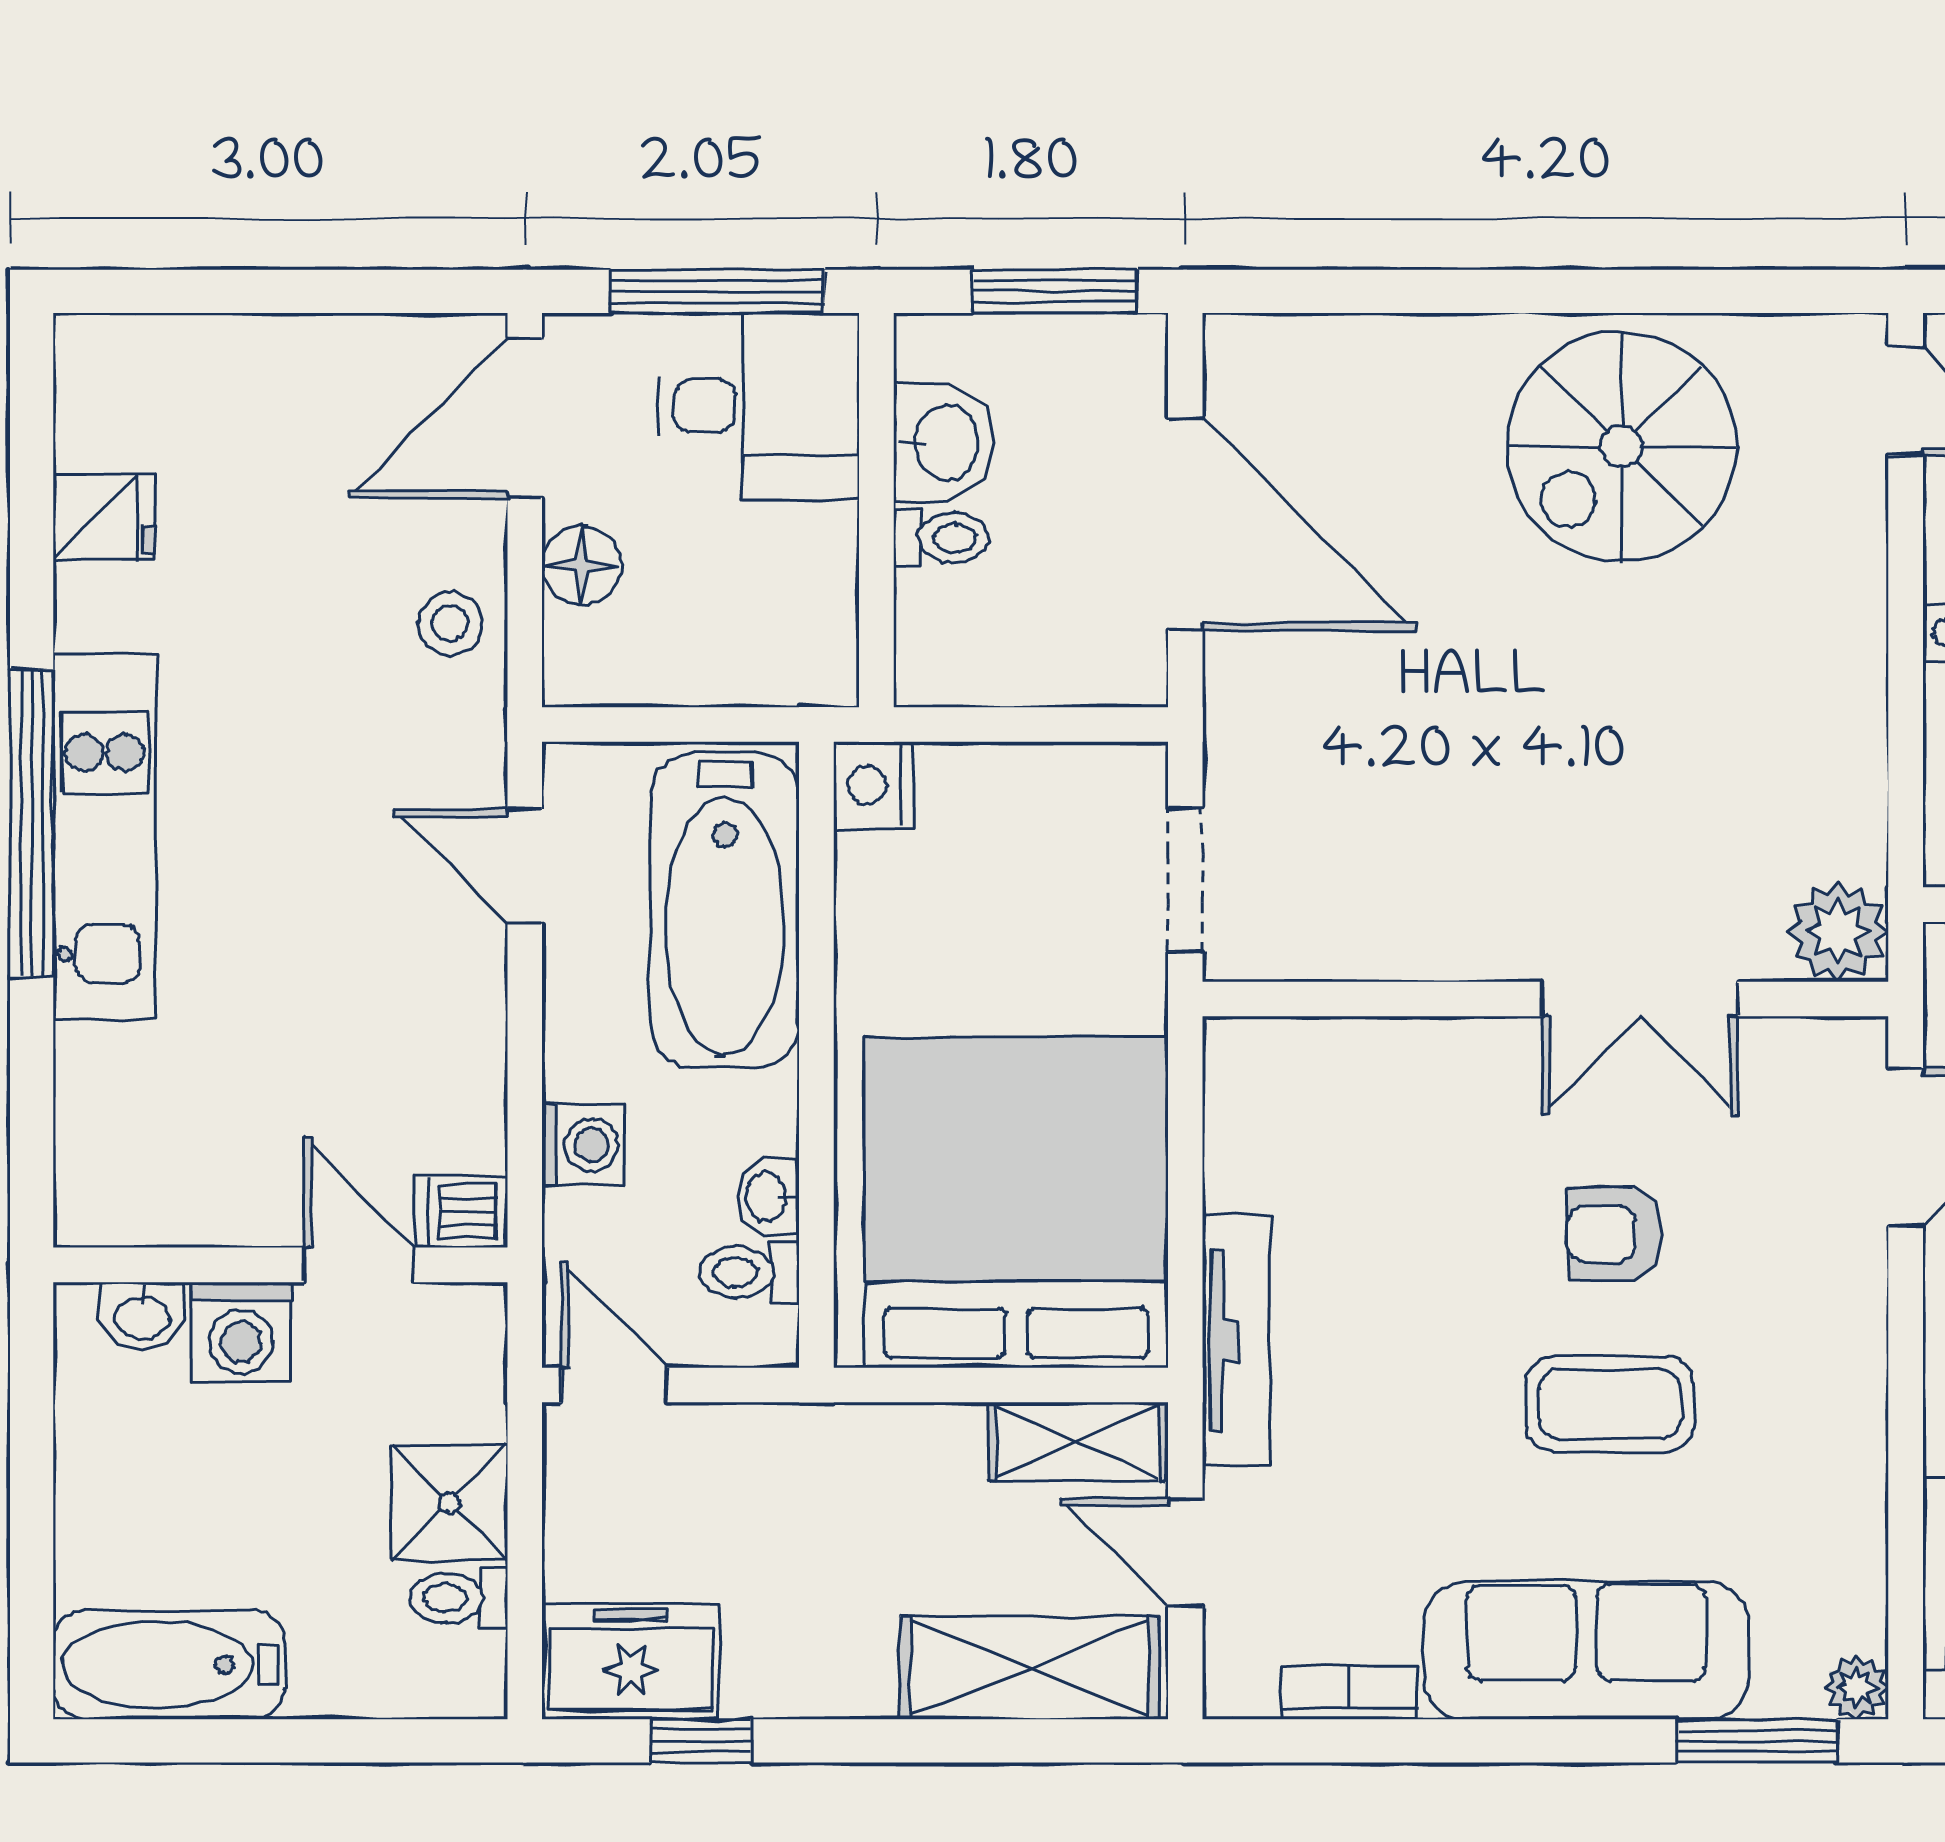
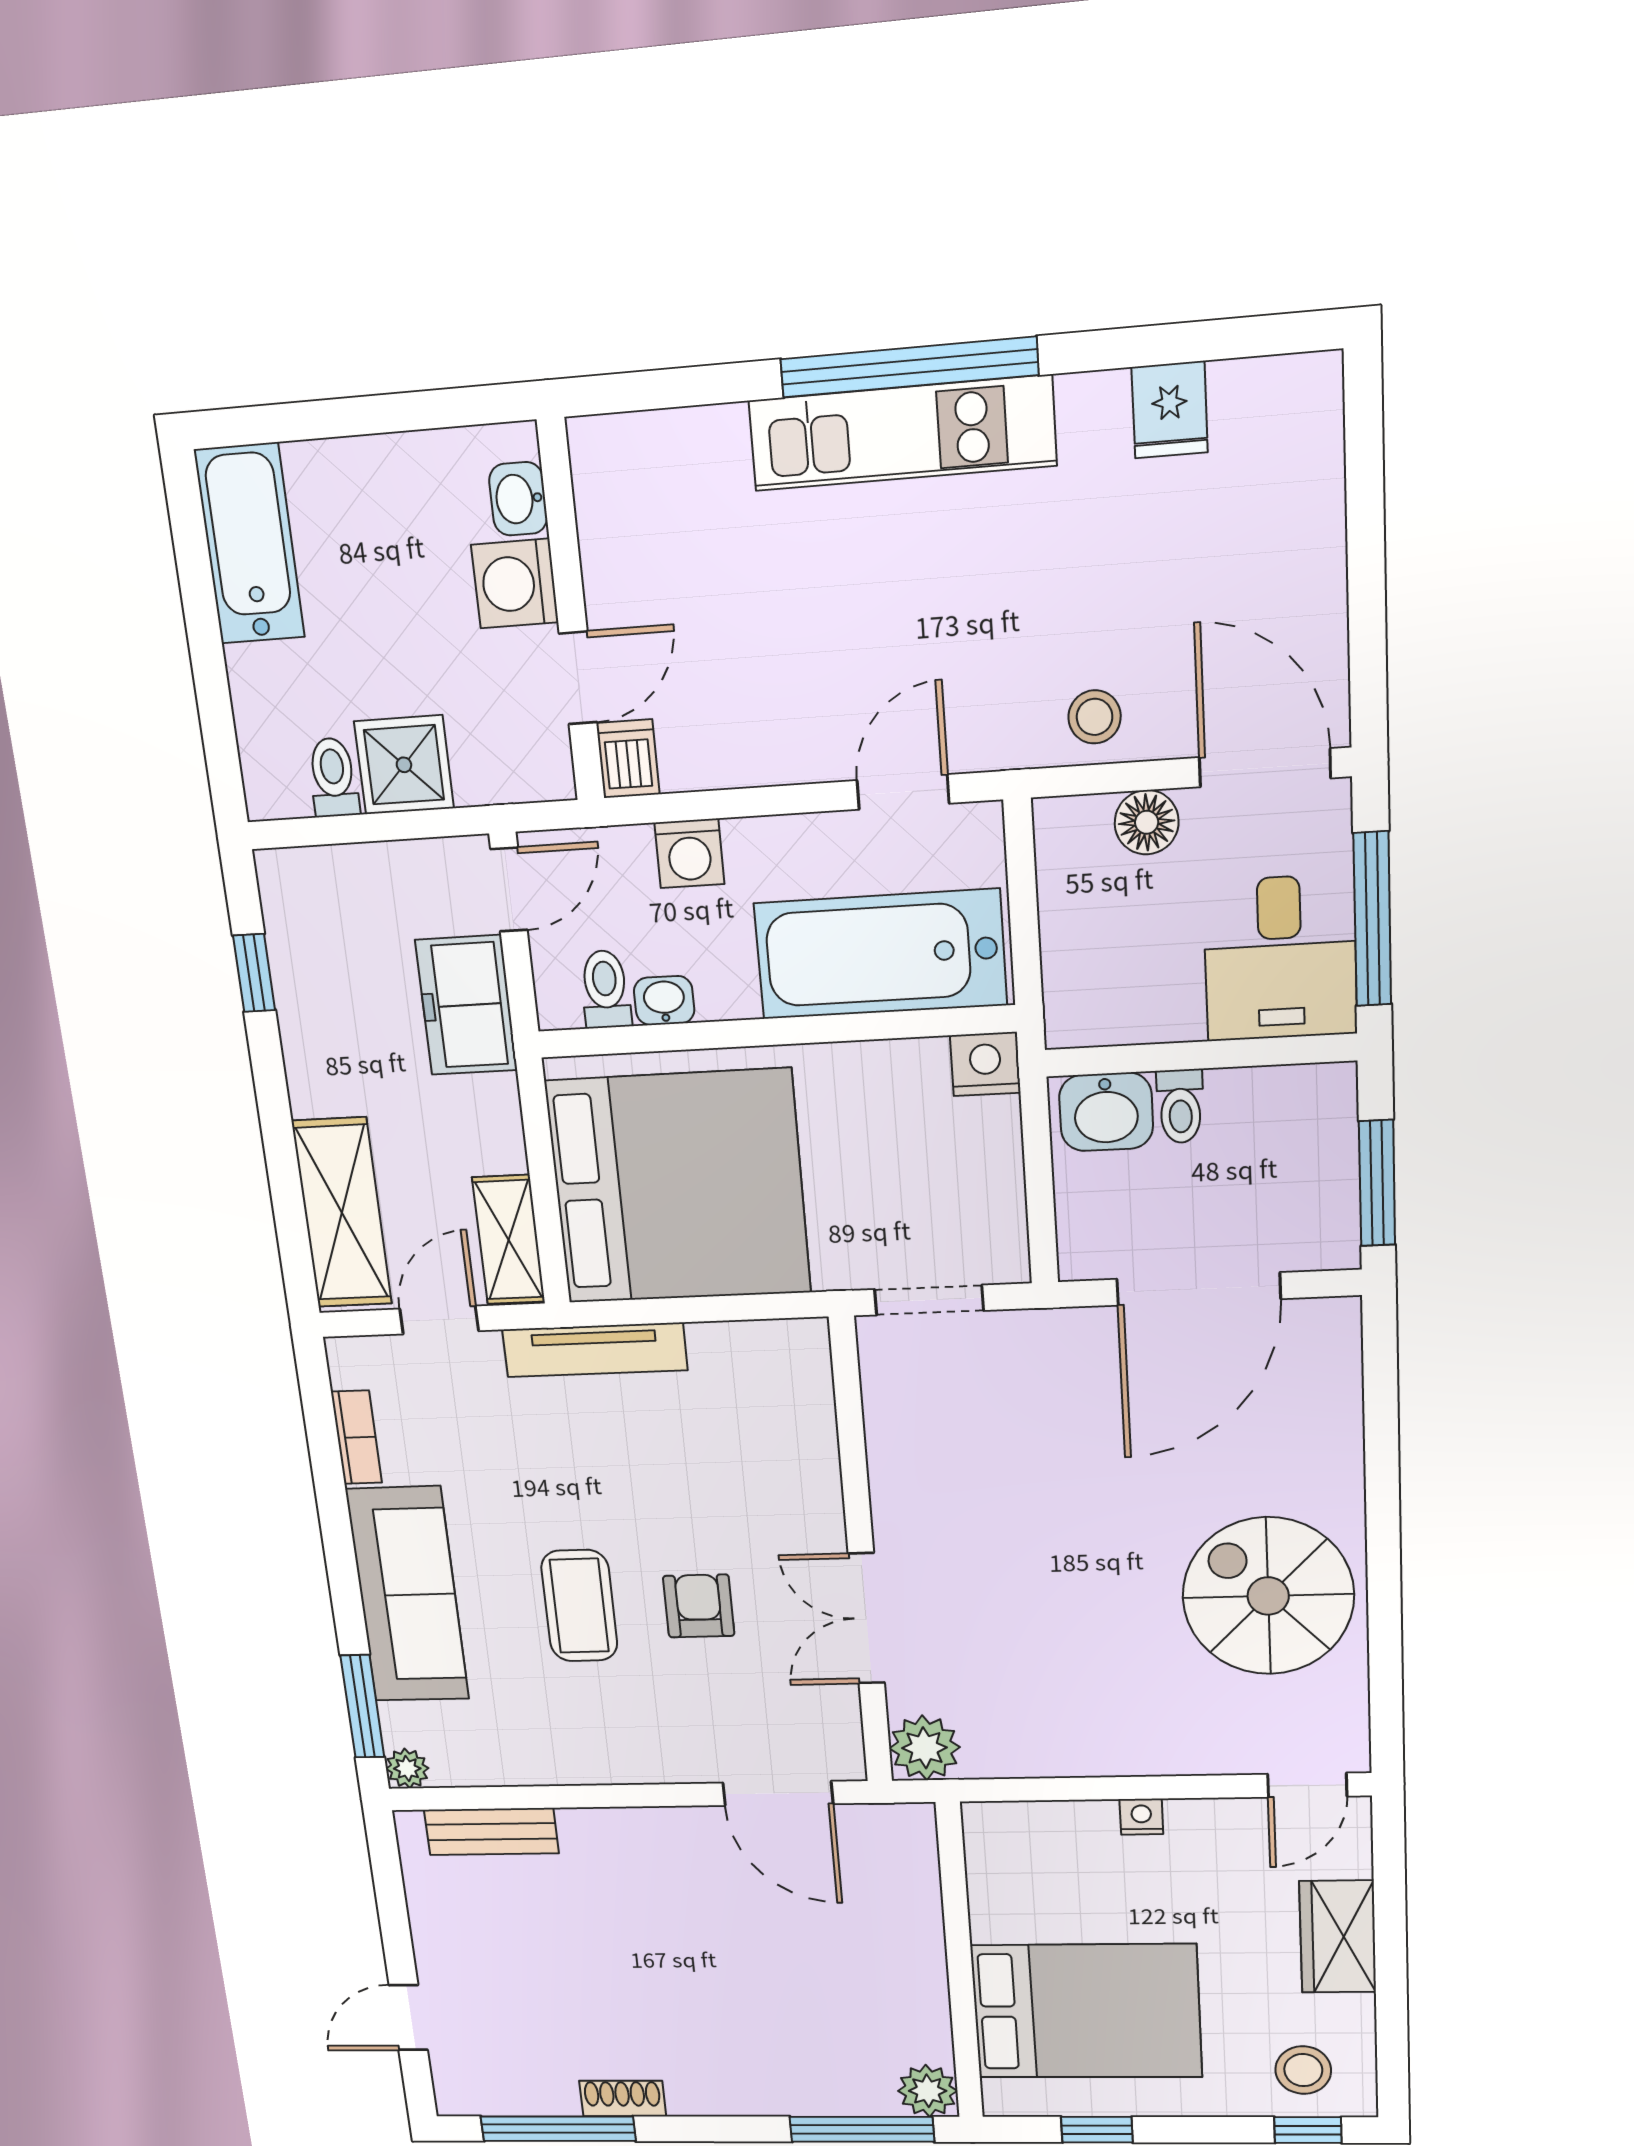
washbasin: (944, 443) -> (1106, 1112), moved
freezer: (631, 1662) -> (466, 1005), moved, turned 180

